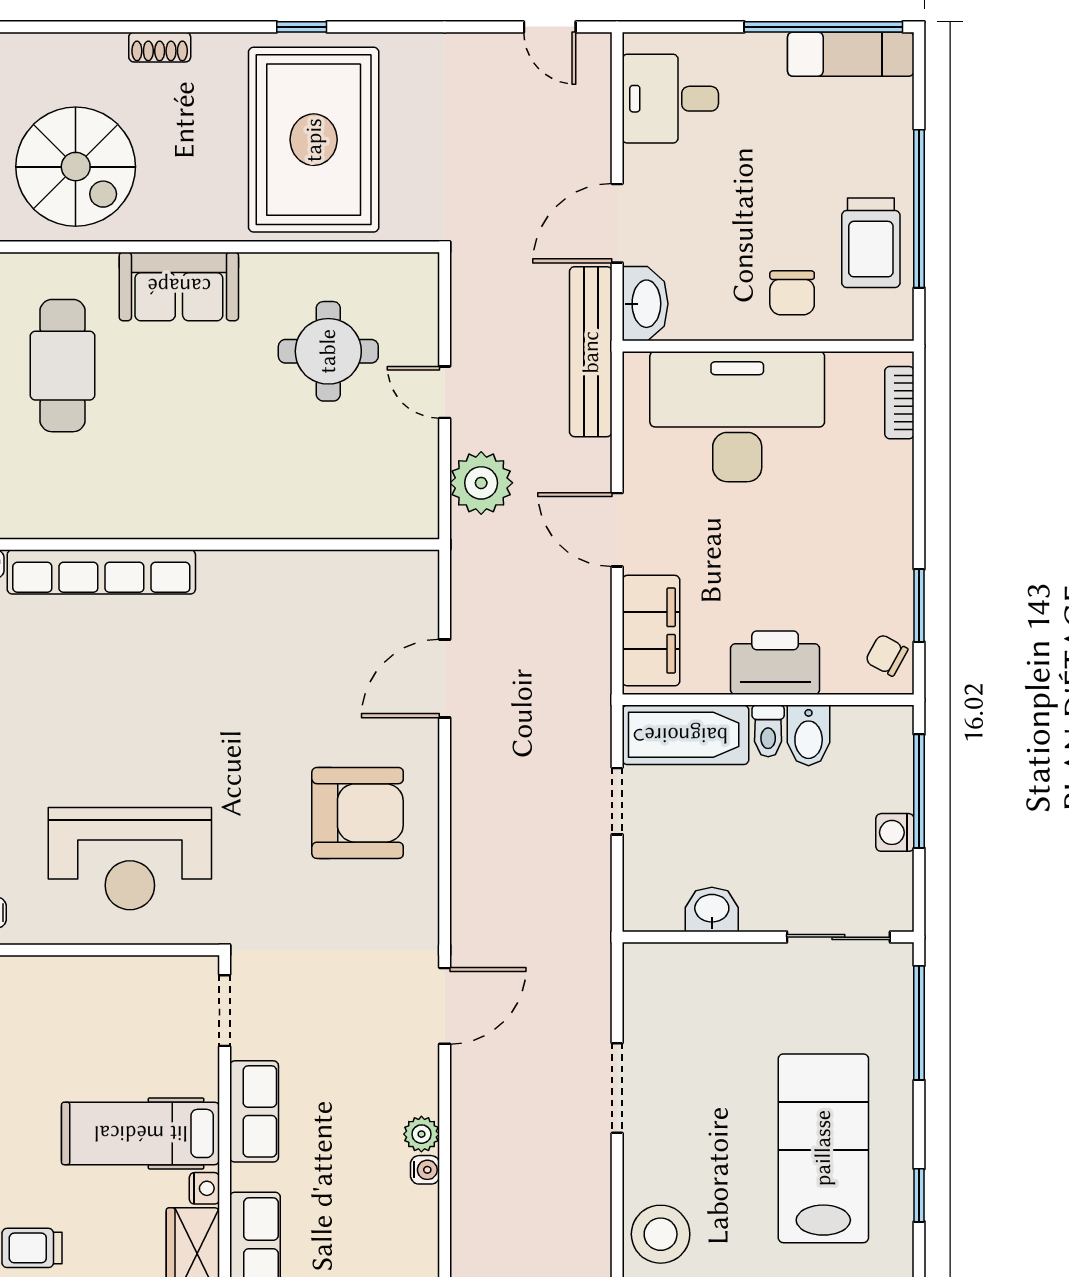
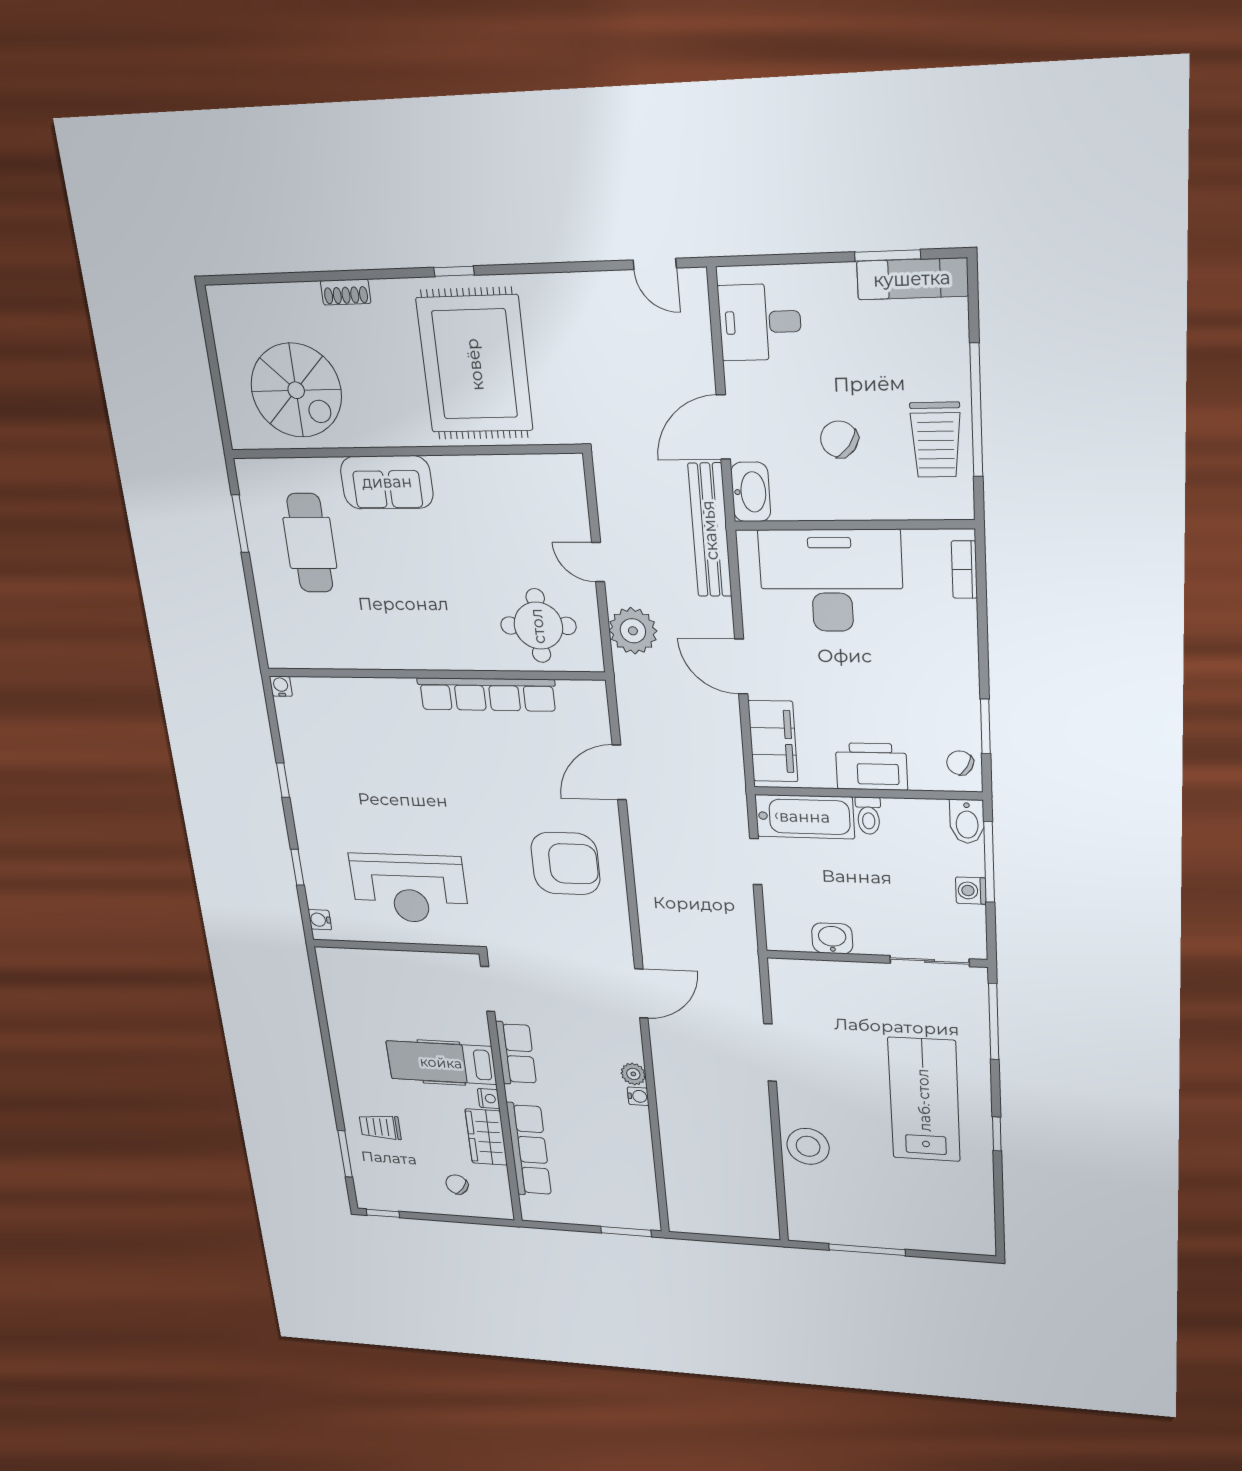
window: (823, 27) -> (888, 255), width x0.47
chair: (792, 293) -> (839, 439), moved, turned 126
round table: (328, 351) -> (538, 626), moved
row of seats: (101, 572) -> (487, 694), moved
bidet: (809, 735) -> (967, 822), moved

